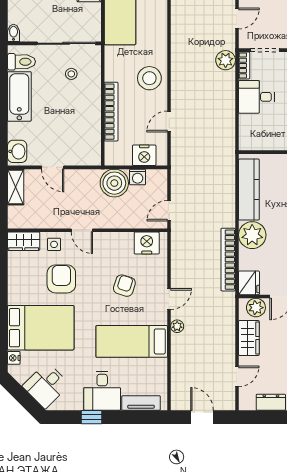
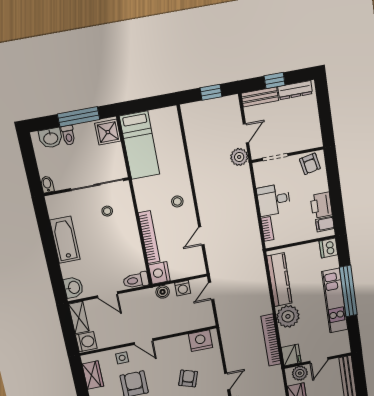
plant: (226, 60) -> (239, 157), moved
toilet: (21, 62) -> (136, 280), moved, turned 180
bookcase: (244, 65) -> (267, 229), moved
stool: (149, 78) -> (177, 201), width x0.53, depth x0.53
nightstand: (144, 155) -> (159, 273), moved, turned 90
boiler: (114, 183) -> (163, 292), width x0.54, depth x0.54
door: (169, 211) -> (211, 291), moved
washing machine: (18, 217) -> (86, 342), added
wardrobe: (24, 241) -> (93, 375), moved, turned -90

